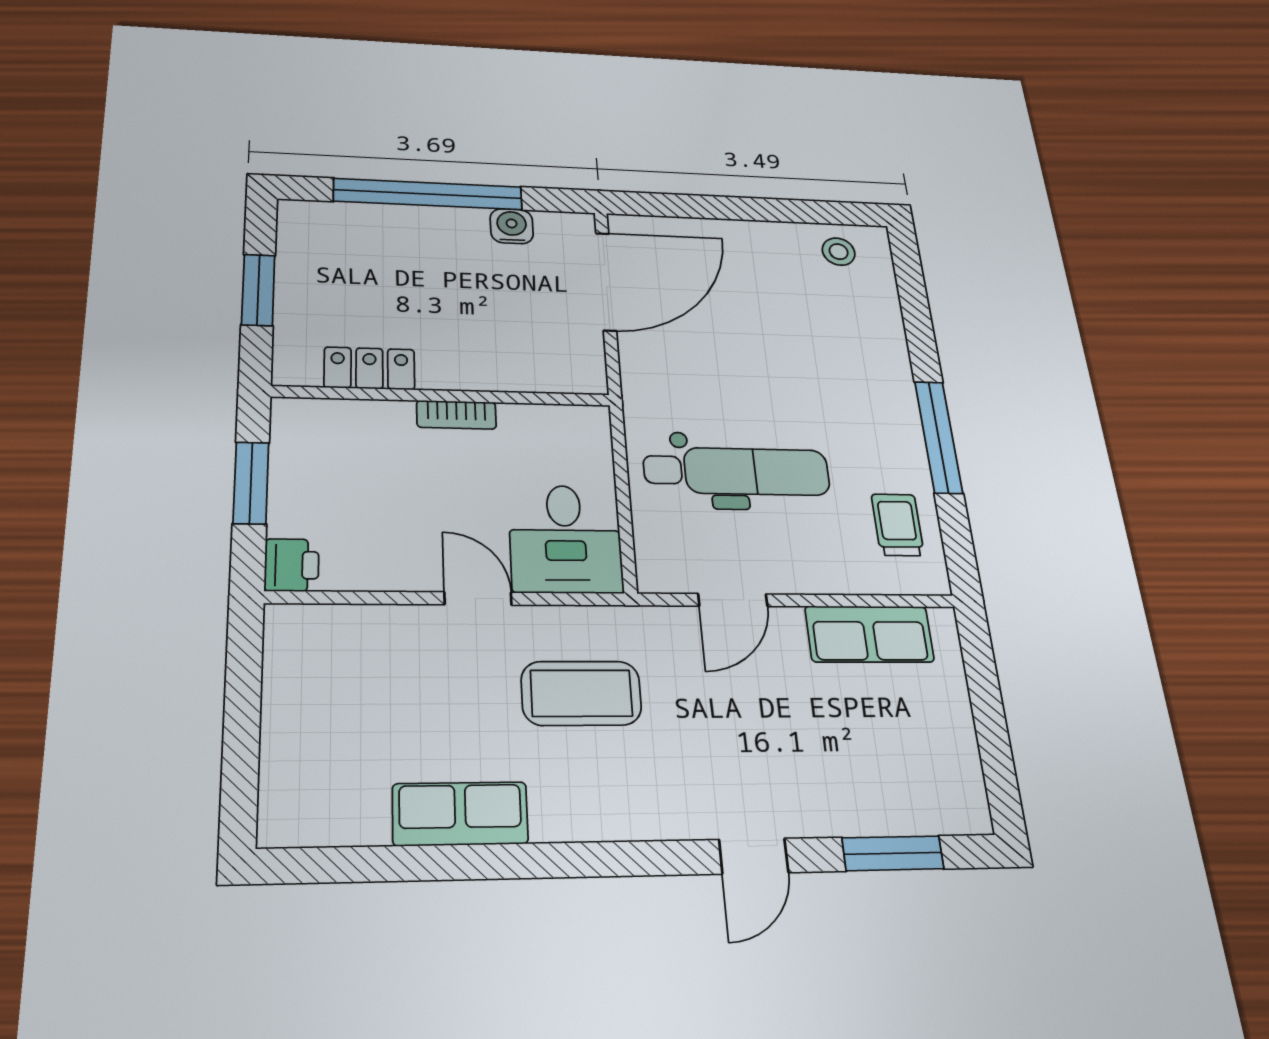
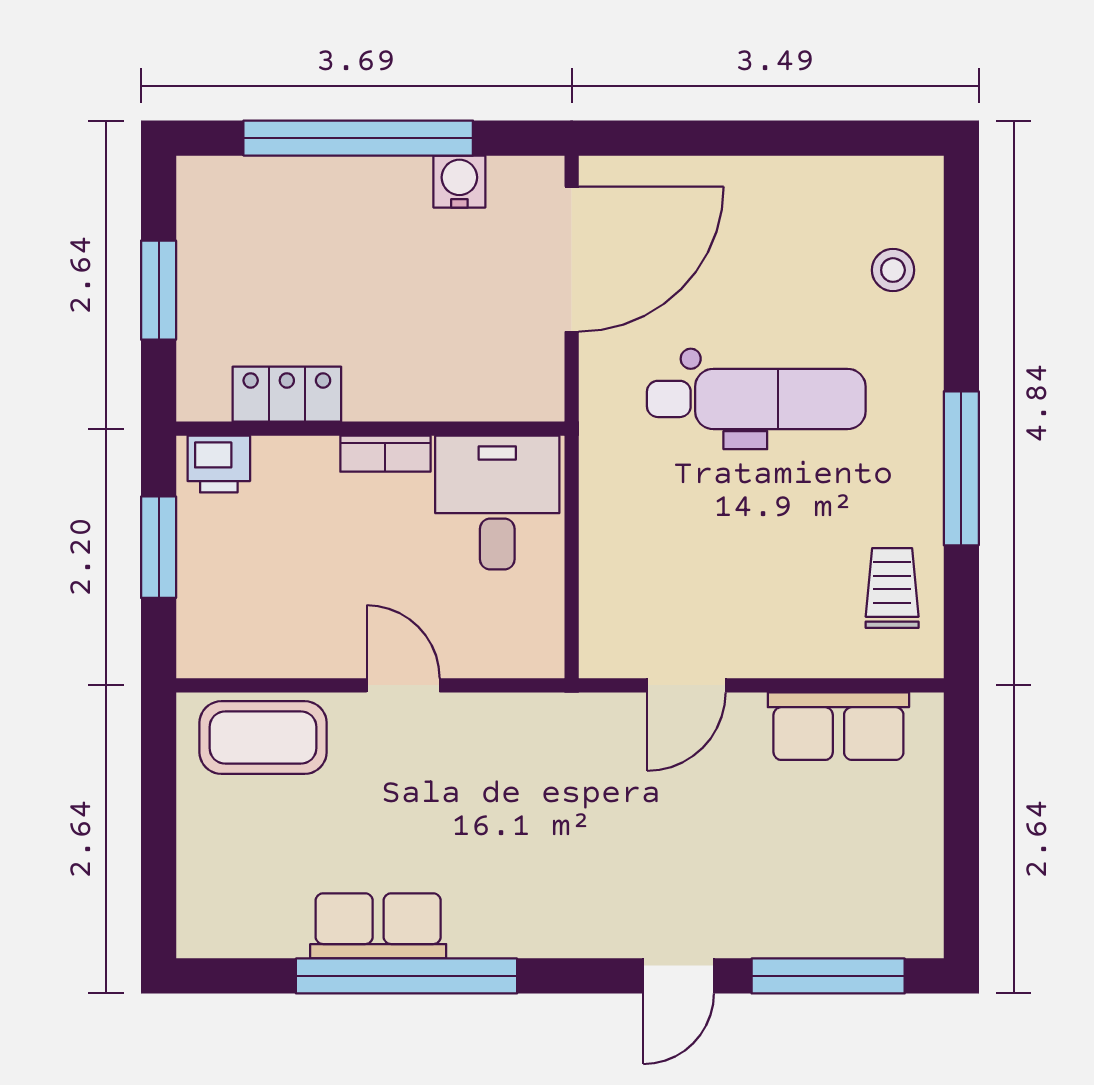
stool: (839, 252) -> (893, 270), moved
dental chair: (737, 471) -> (756, 399), moved
desk: (565, 539) -> (497, 503), moved, turned 180
printer: (292, 565) -> (219, 464), moved, turned 90
coffee table: (581, 693) -> (263, 738), moved
window: (893, 853) -> (828, 976), width x1.44
window: (490, 862) -> (407, 976), added

